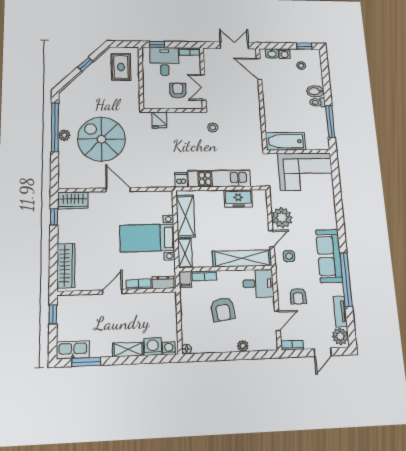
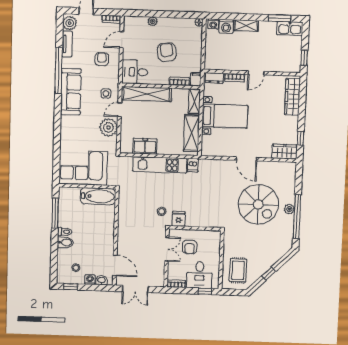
fridge: (159, 120) -> (179, 219), moved

